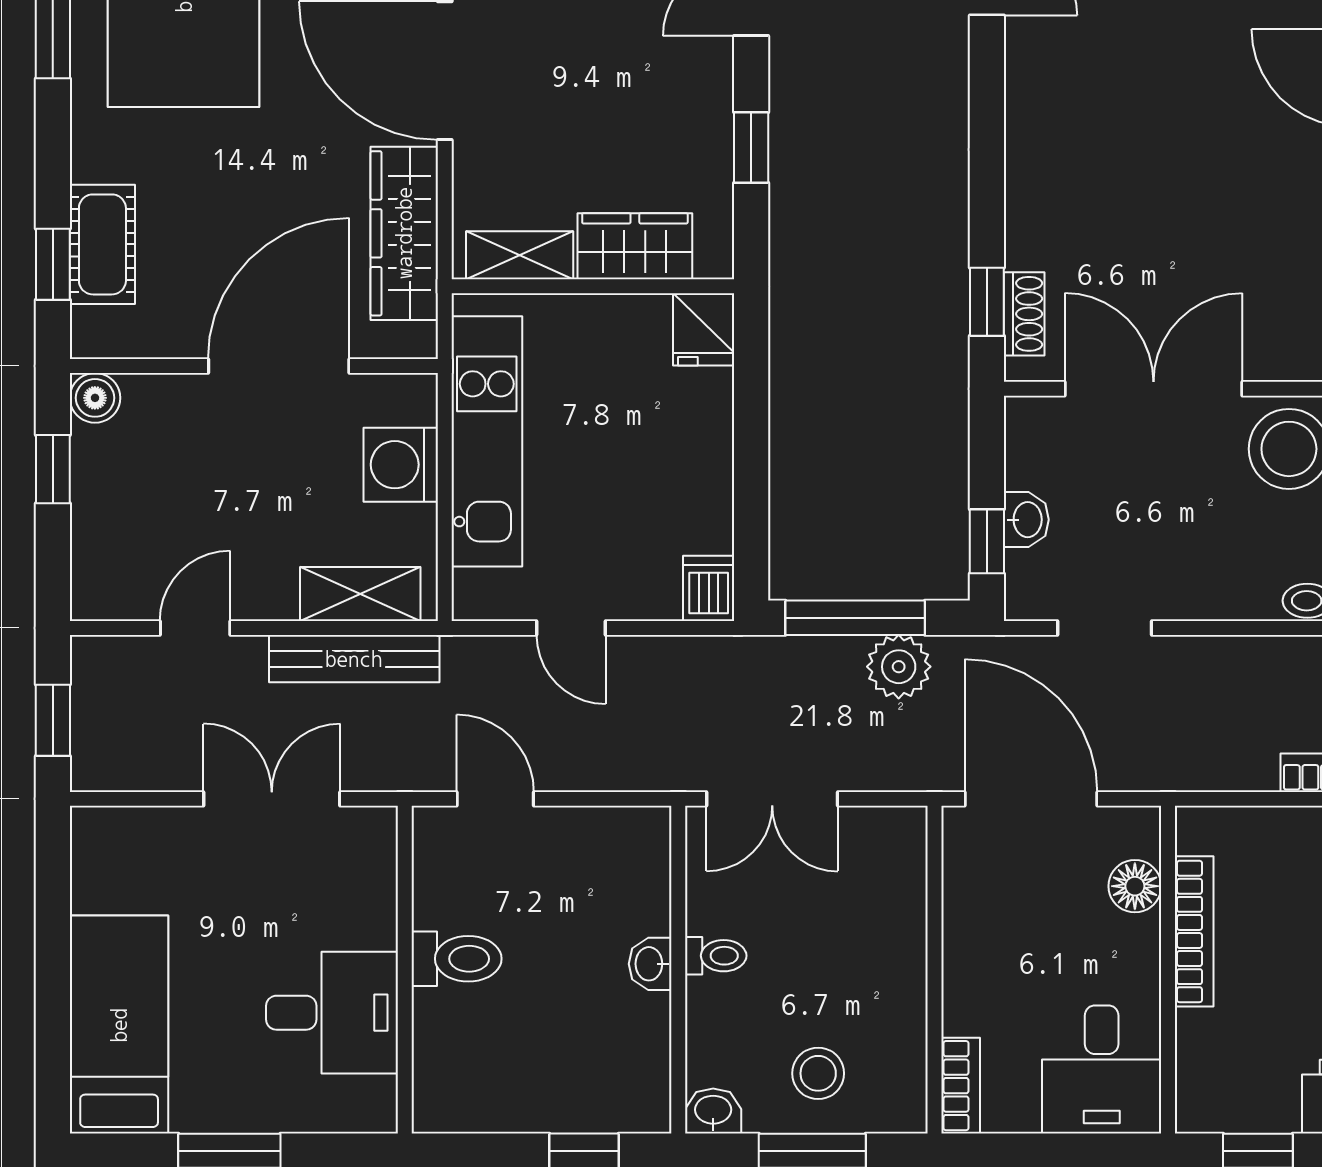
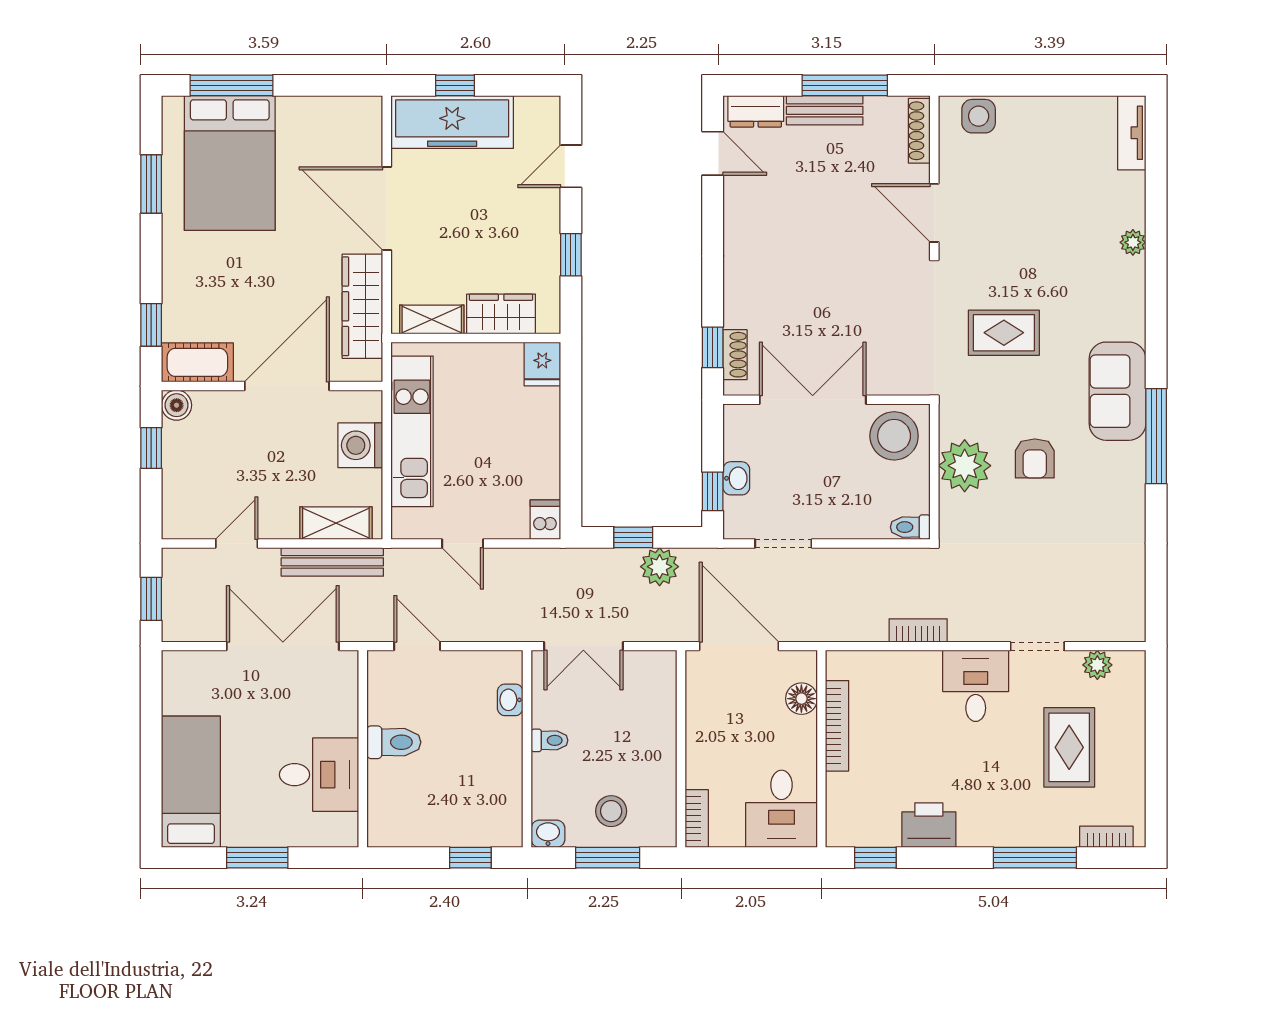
cot: (102, 244) -> (197, 362), moved, turned 90
window: (855, 618) -> (633, 537), width x0.46
double door: (272, 799) -> (283, 646), width x1.37
washbasin: (650, 964) -> (510, 700), moved

